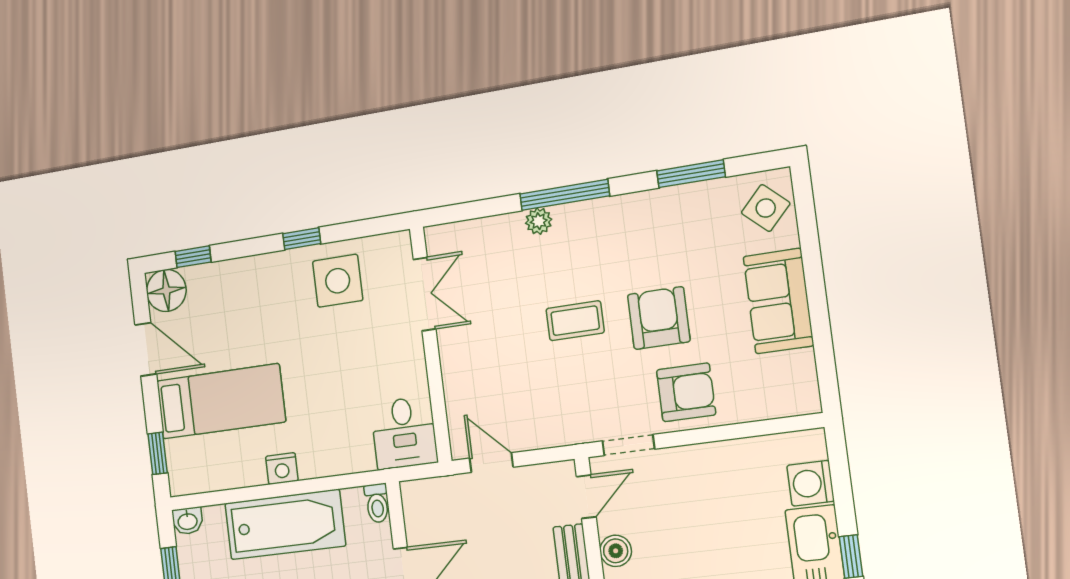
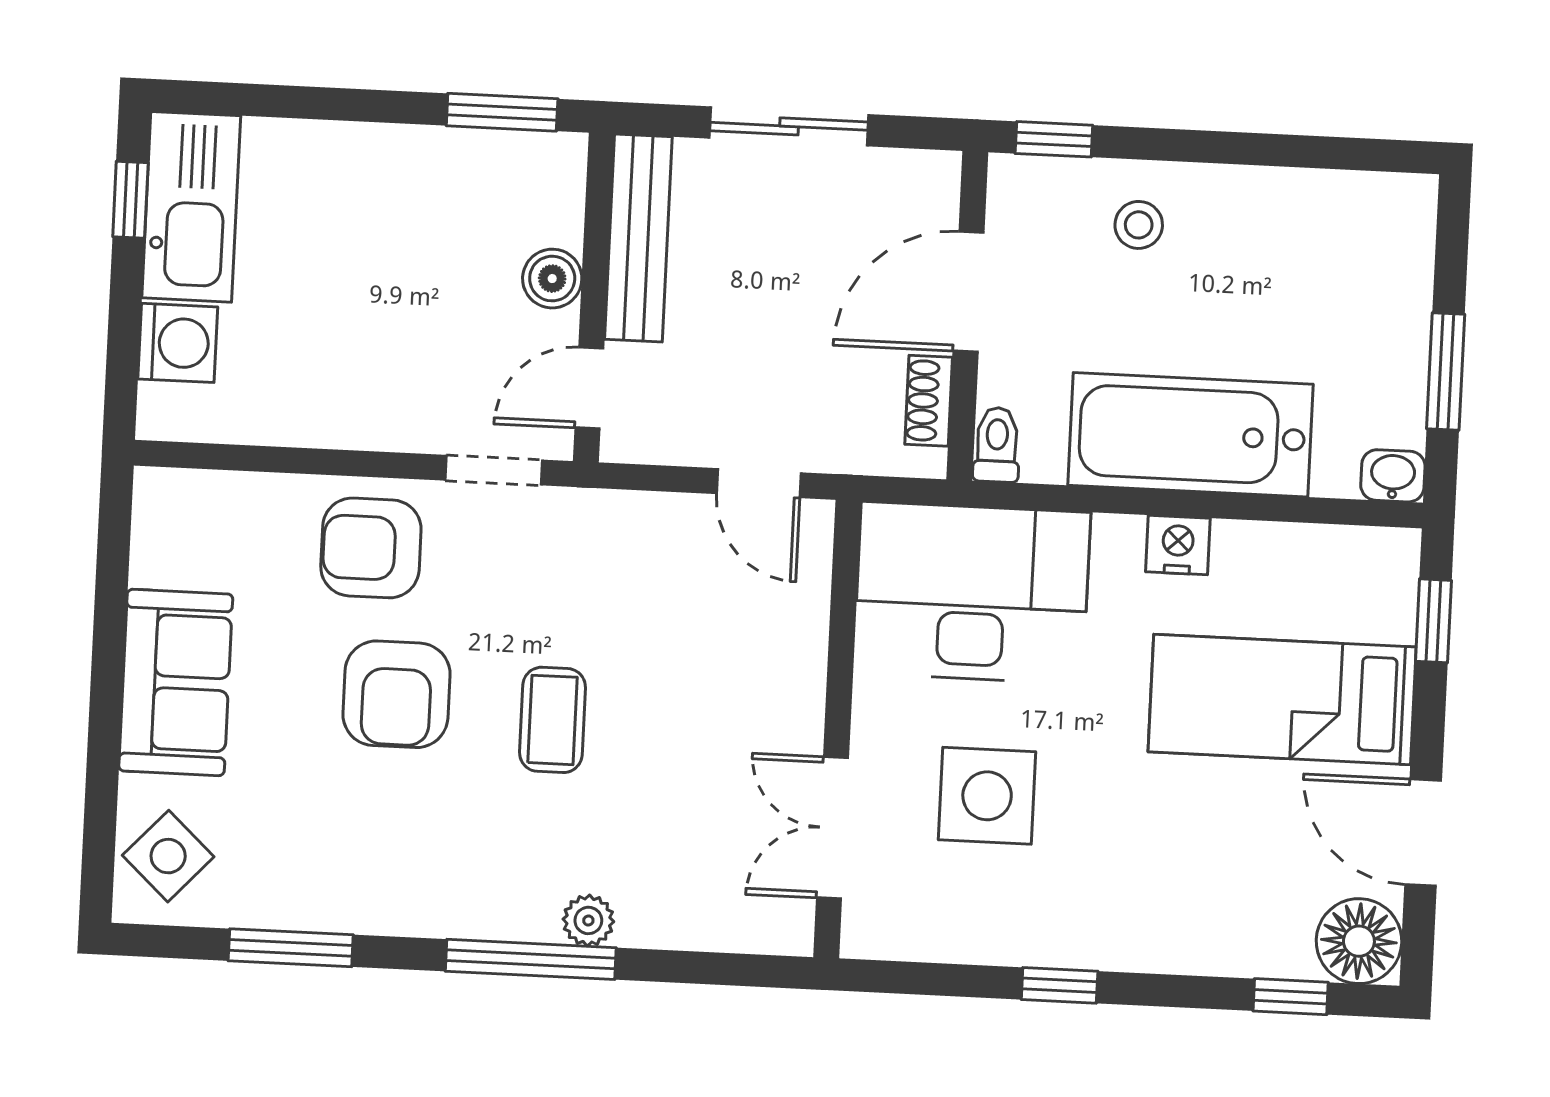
side table: (338, 281) -> (987, 796), moved
coffee table: (575, 321) -> (552, 720), turned 90
desk: (404, 433) -> (972, 593), width x1.87, depth x1.30
shoe rack: (414, 520) -> (929, 401), added

